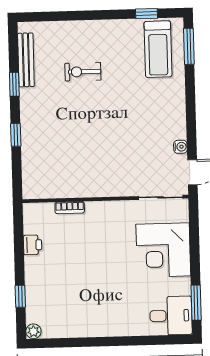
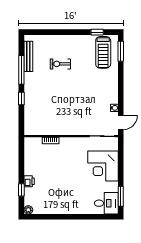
window: (14, 84) -> (21, 70), width x2.17
printer: (33, 245) -> (29, 181), moved

